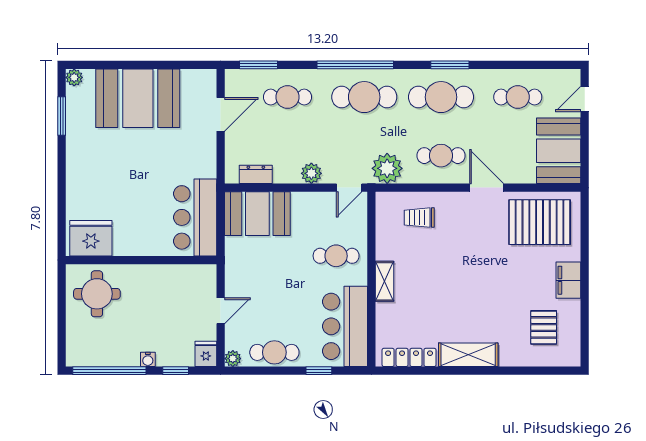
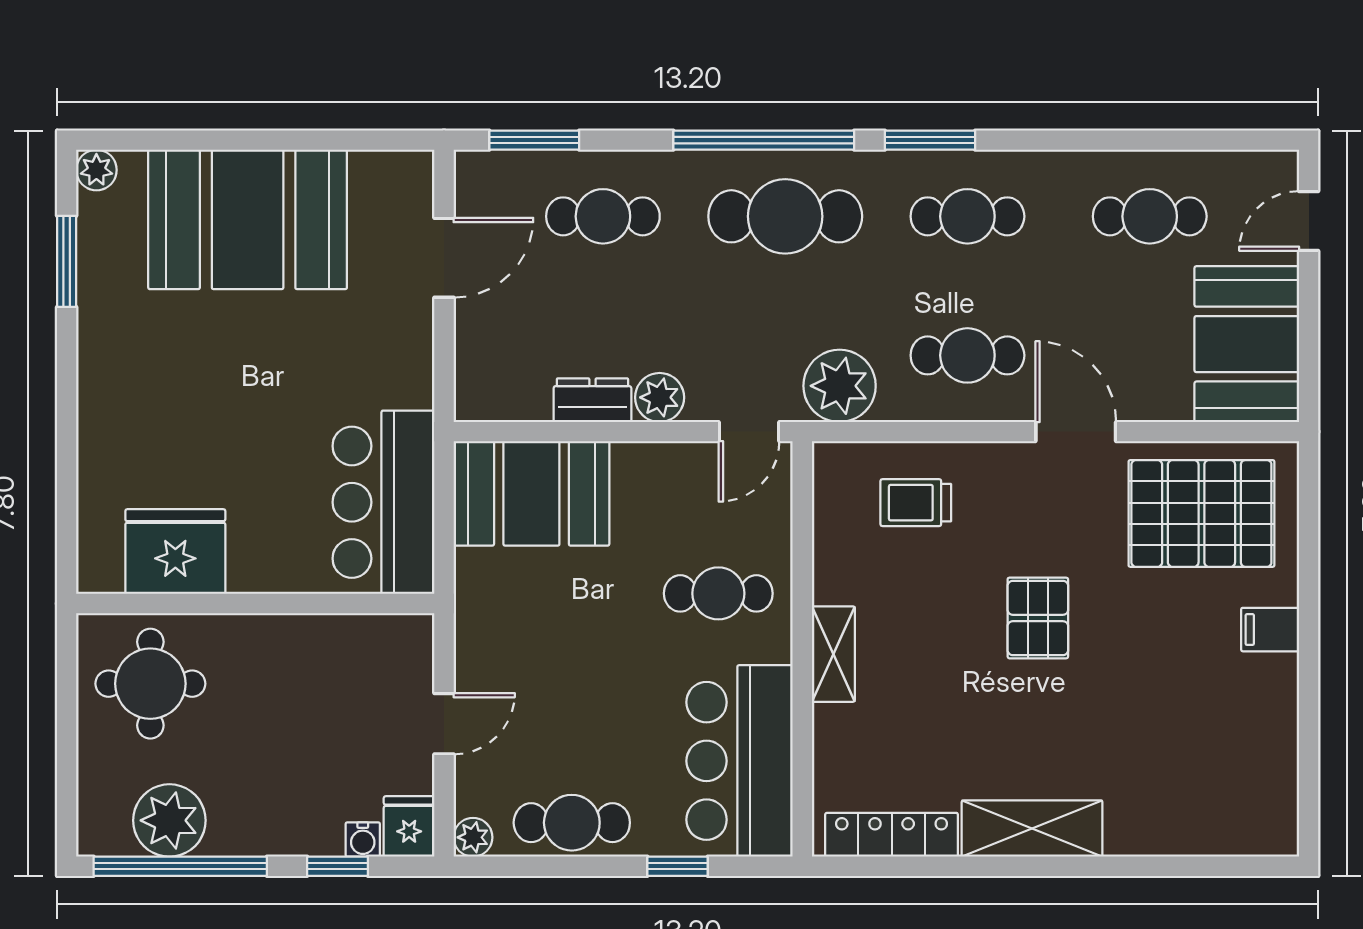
window: (450, 65) -> (930, 140), moved
cafe table: (441, 97) -> (967, 216), width x0.73, depth x0.74
dresser: (256, 174) -> (592, 400), moved
fridge: (91, 238) -> (175, 552), moved
filing cabinet: (568, 280) -> (1270, 630), width x0.50
pallet: (544, 327) -> (1038, 618), moved
plant: (105, 351) -> (169, 820), added
water cooler: (148, 359) -> (363, 840), moved

